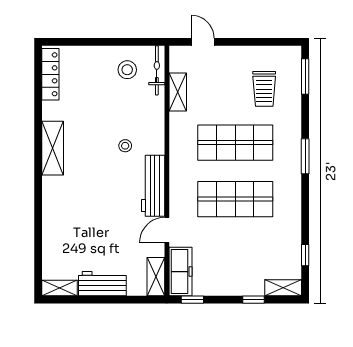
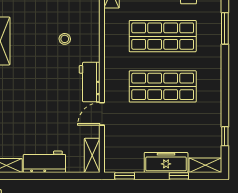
window: (305, 156) -> (225, 28), moved
workbench: (153, 186) -> (90, 82), width x0.73
freezer: (180, 272) -> (166, 162), moved, turned -90

